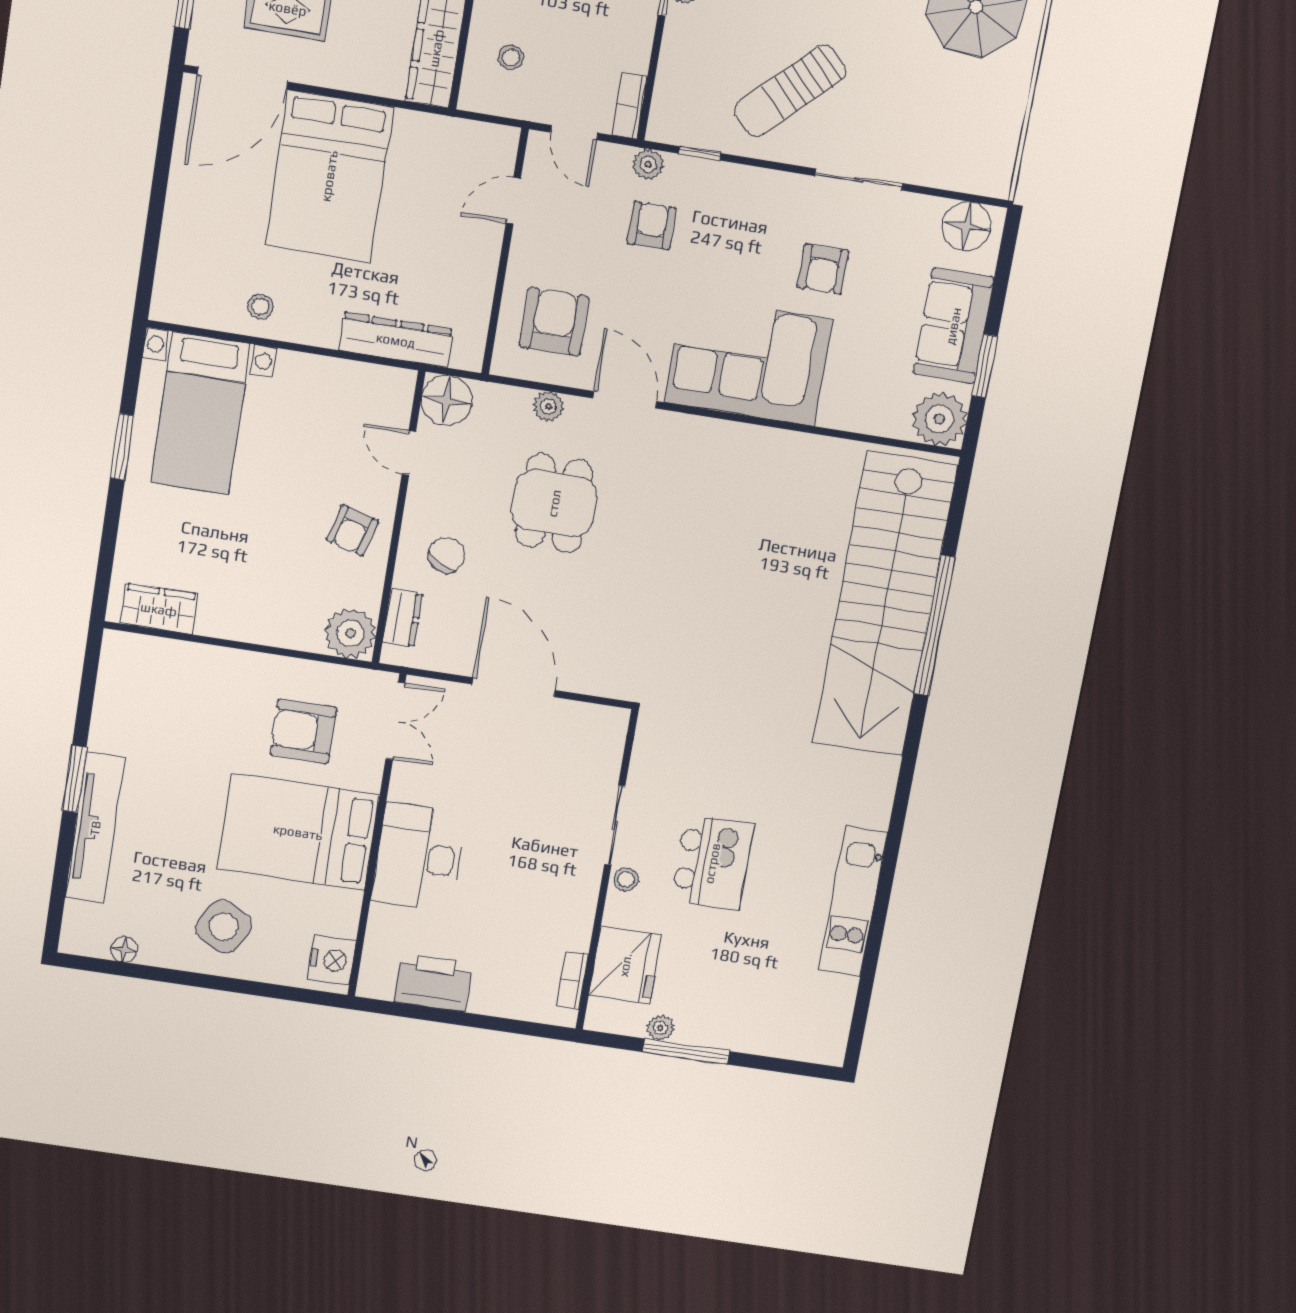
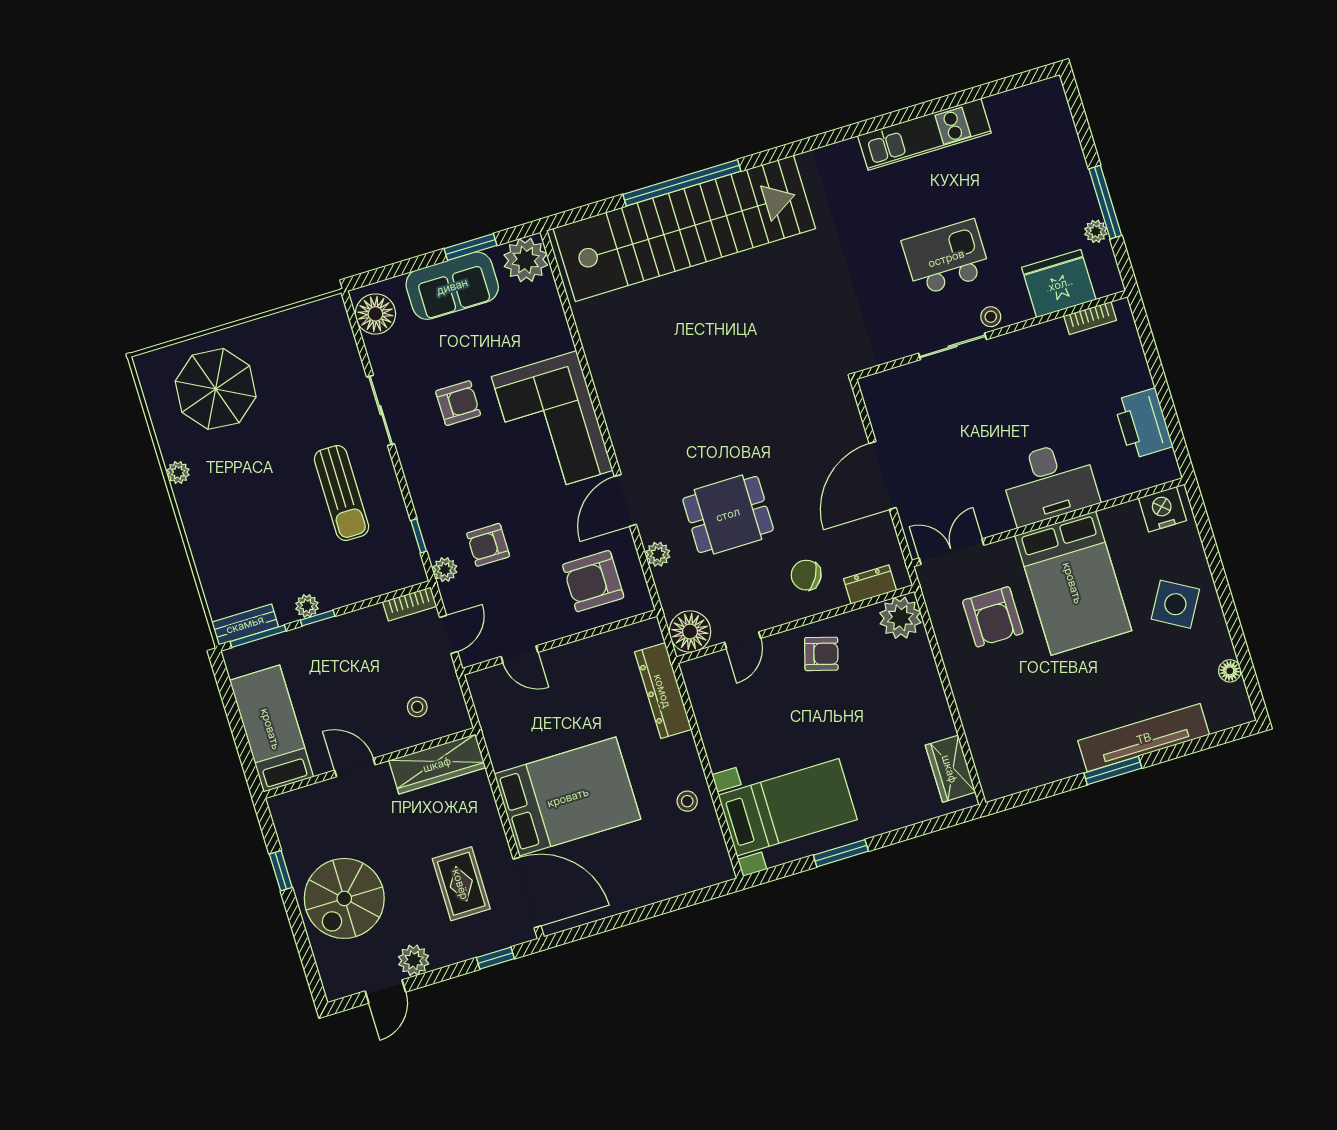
sun lounger: (790, 91) -> (342, 493), turned 44

